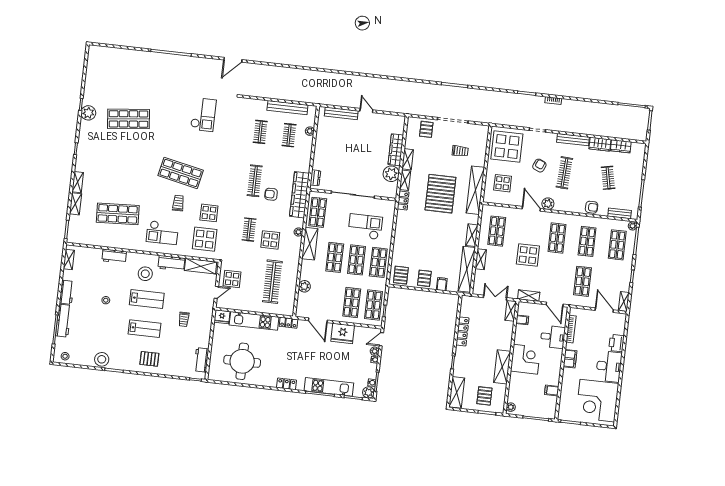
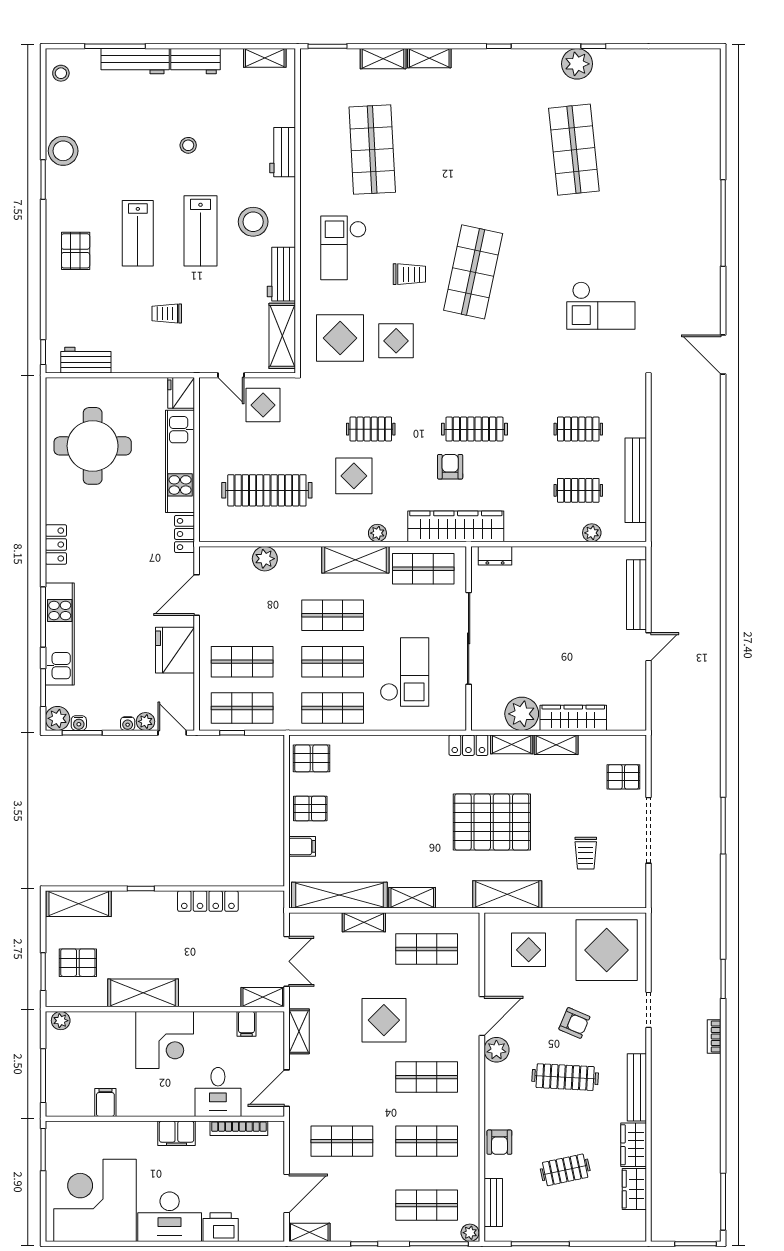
shelving: (475, 190) -> (507, 894), width x0.68

